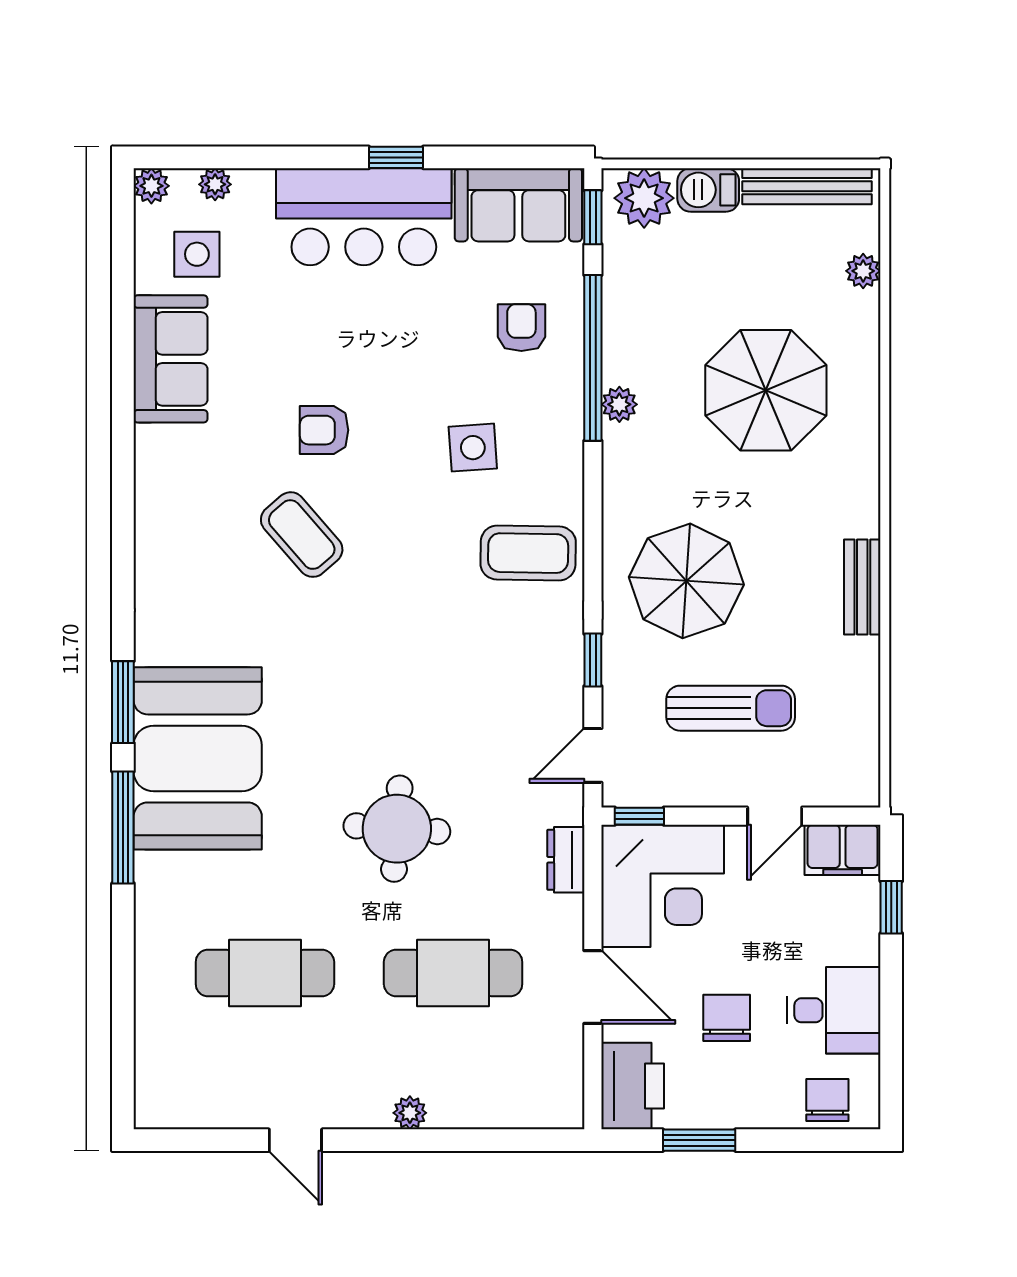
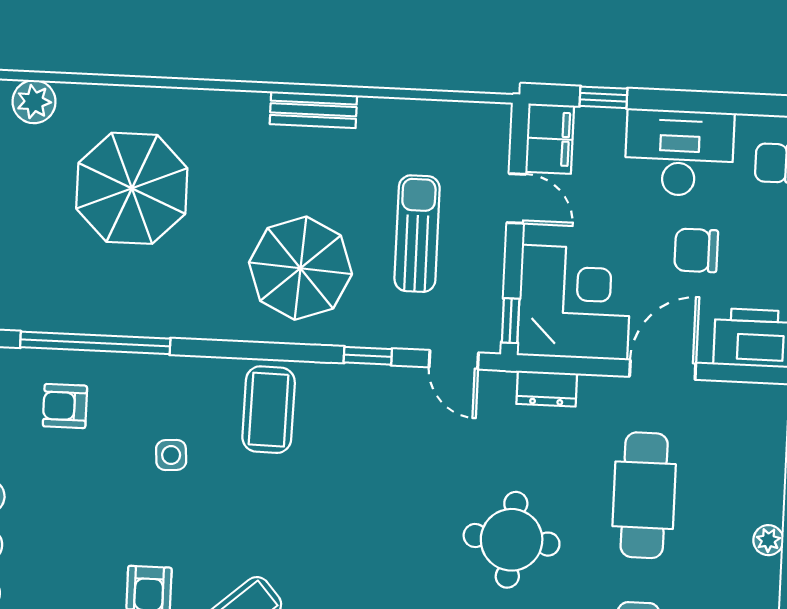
plant: (863, 271) -> (34, 102), width x1.38, depth x1.38
plant: (619, 404) -> (138, 321), removed
side table: (473, 448) -> (171, 455), width x0.73, depth x0.73
desk: (834, 1010) -> (679, 153), width x1.37

